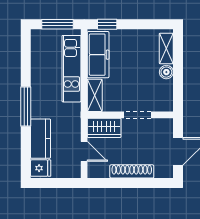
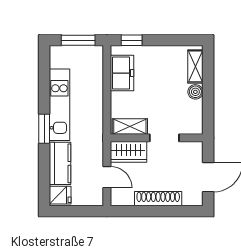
freezer: (98, 55) -> (122, 73), width x0.71
kitchen unit: (71, 69) -> (59, 105), moved, turned 180
shelving: (95, 95) -> (130, 127), moved, turned 90
window: (26, 106) -> (44, 129), width x0.69

